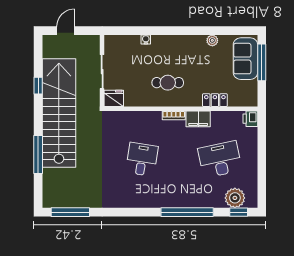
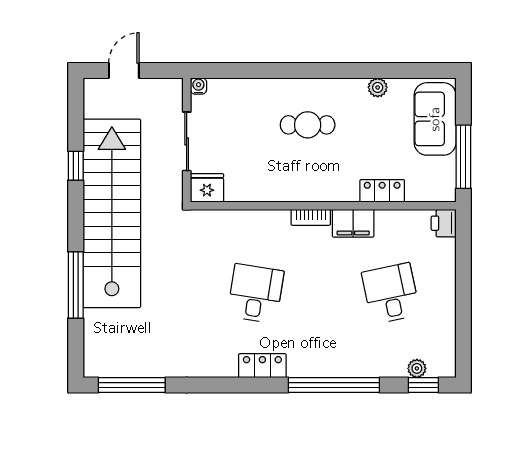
water cooler: (146, 40) -> (198, 86), moved
window: (262, 62) -> (463, 157), moved
cafe table: (168, 83) -> (308, 125), moved
desk: (220, 159) -> (391, 294), width x0.73
plant: (235, 198) -> (417, 368), width x0.53, depth x0.53
locker: (146, 201) -> (262, 366), added

